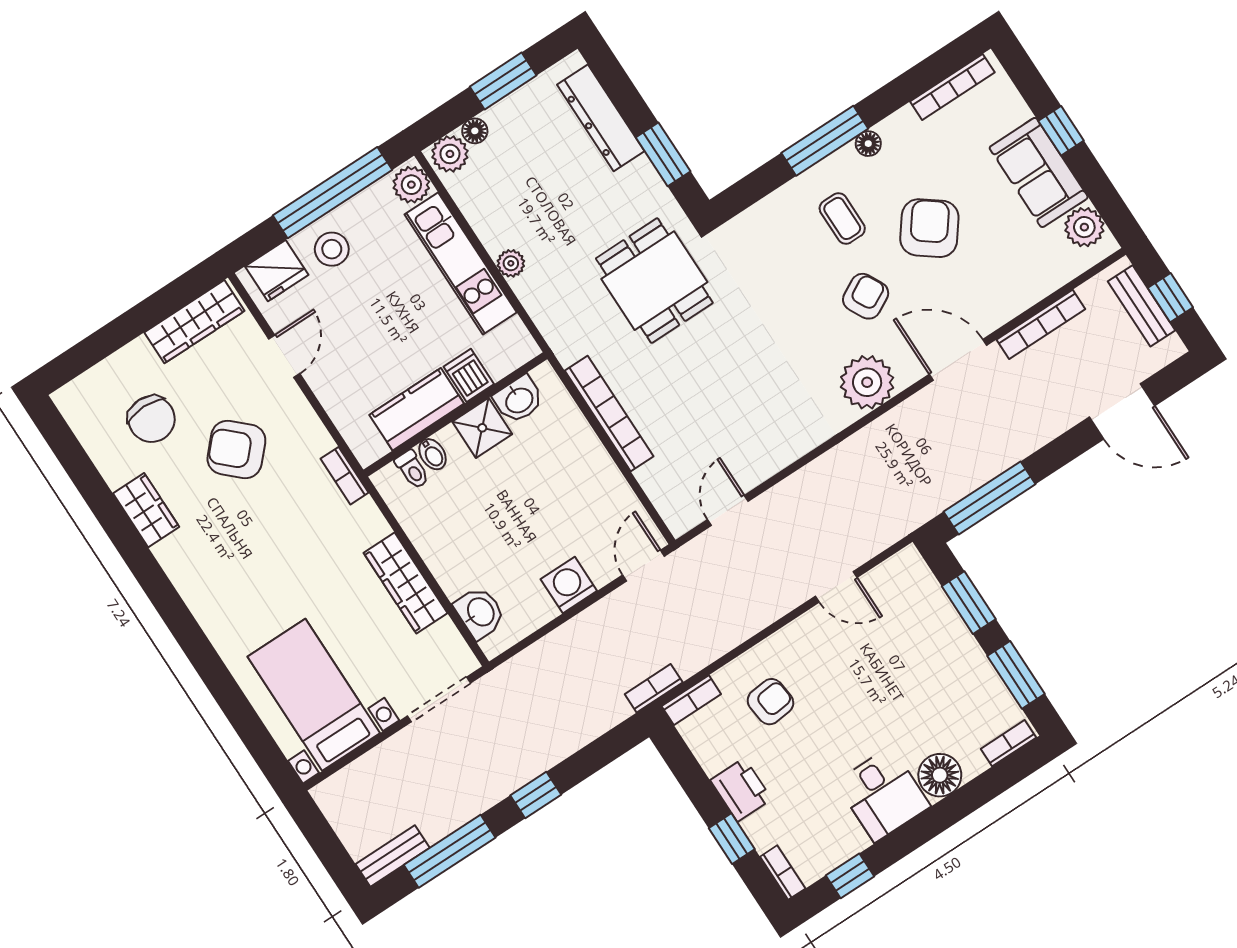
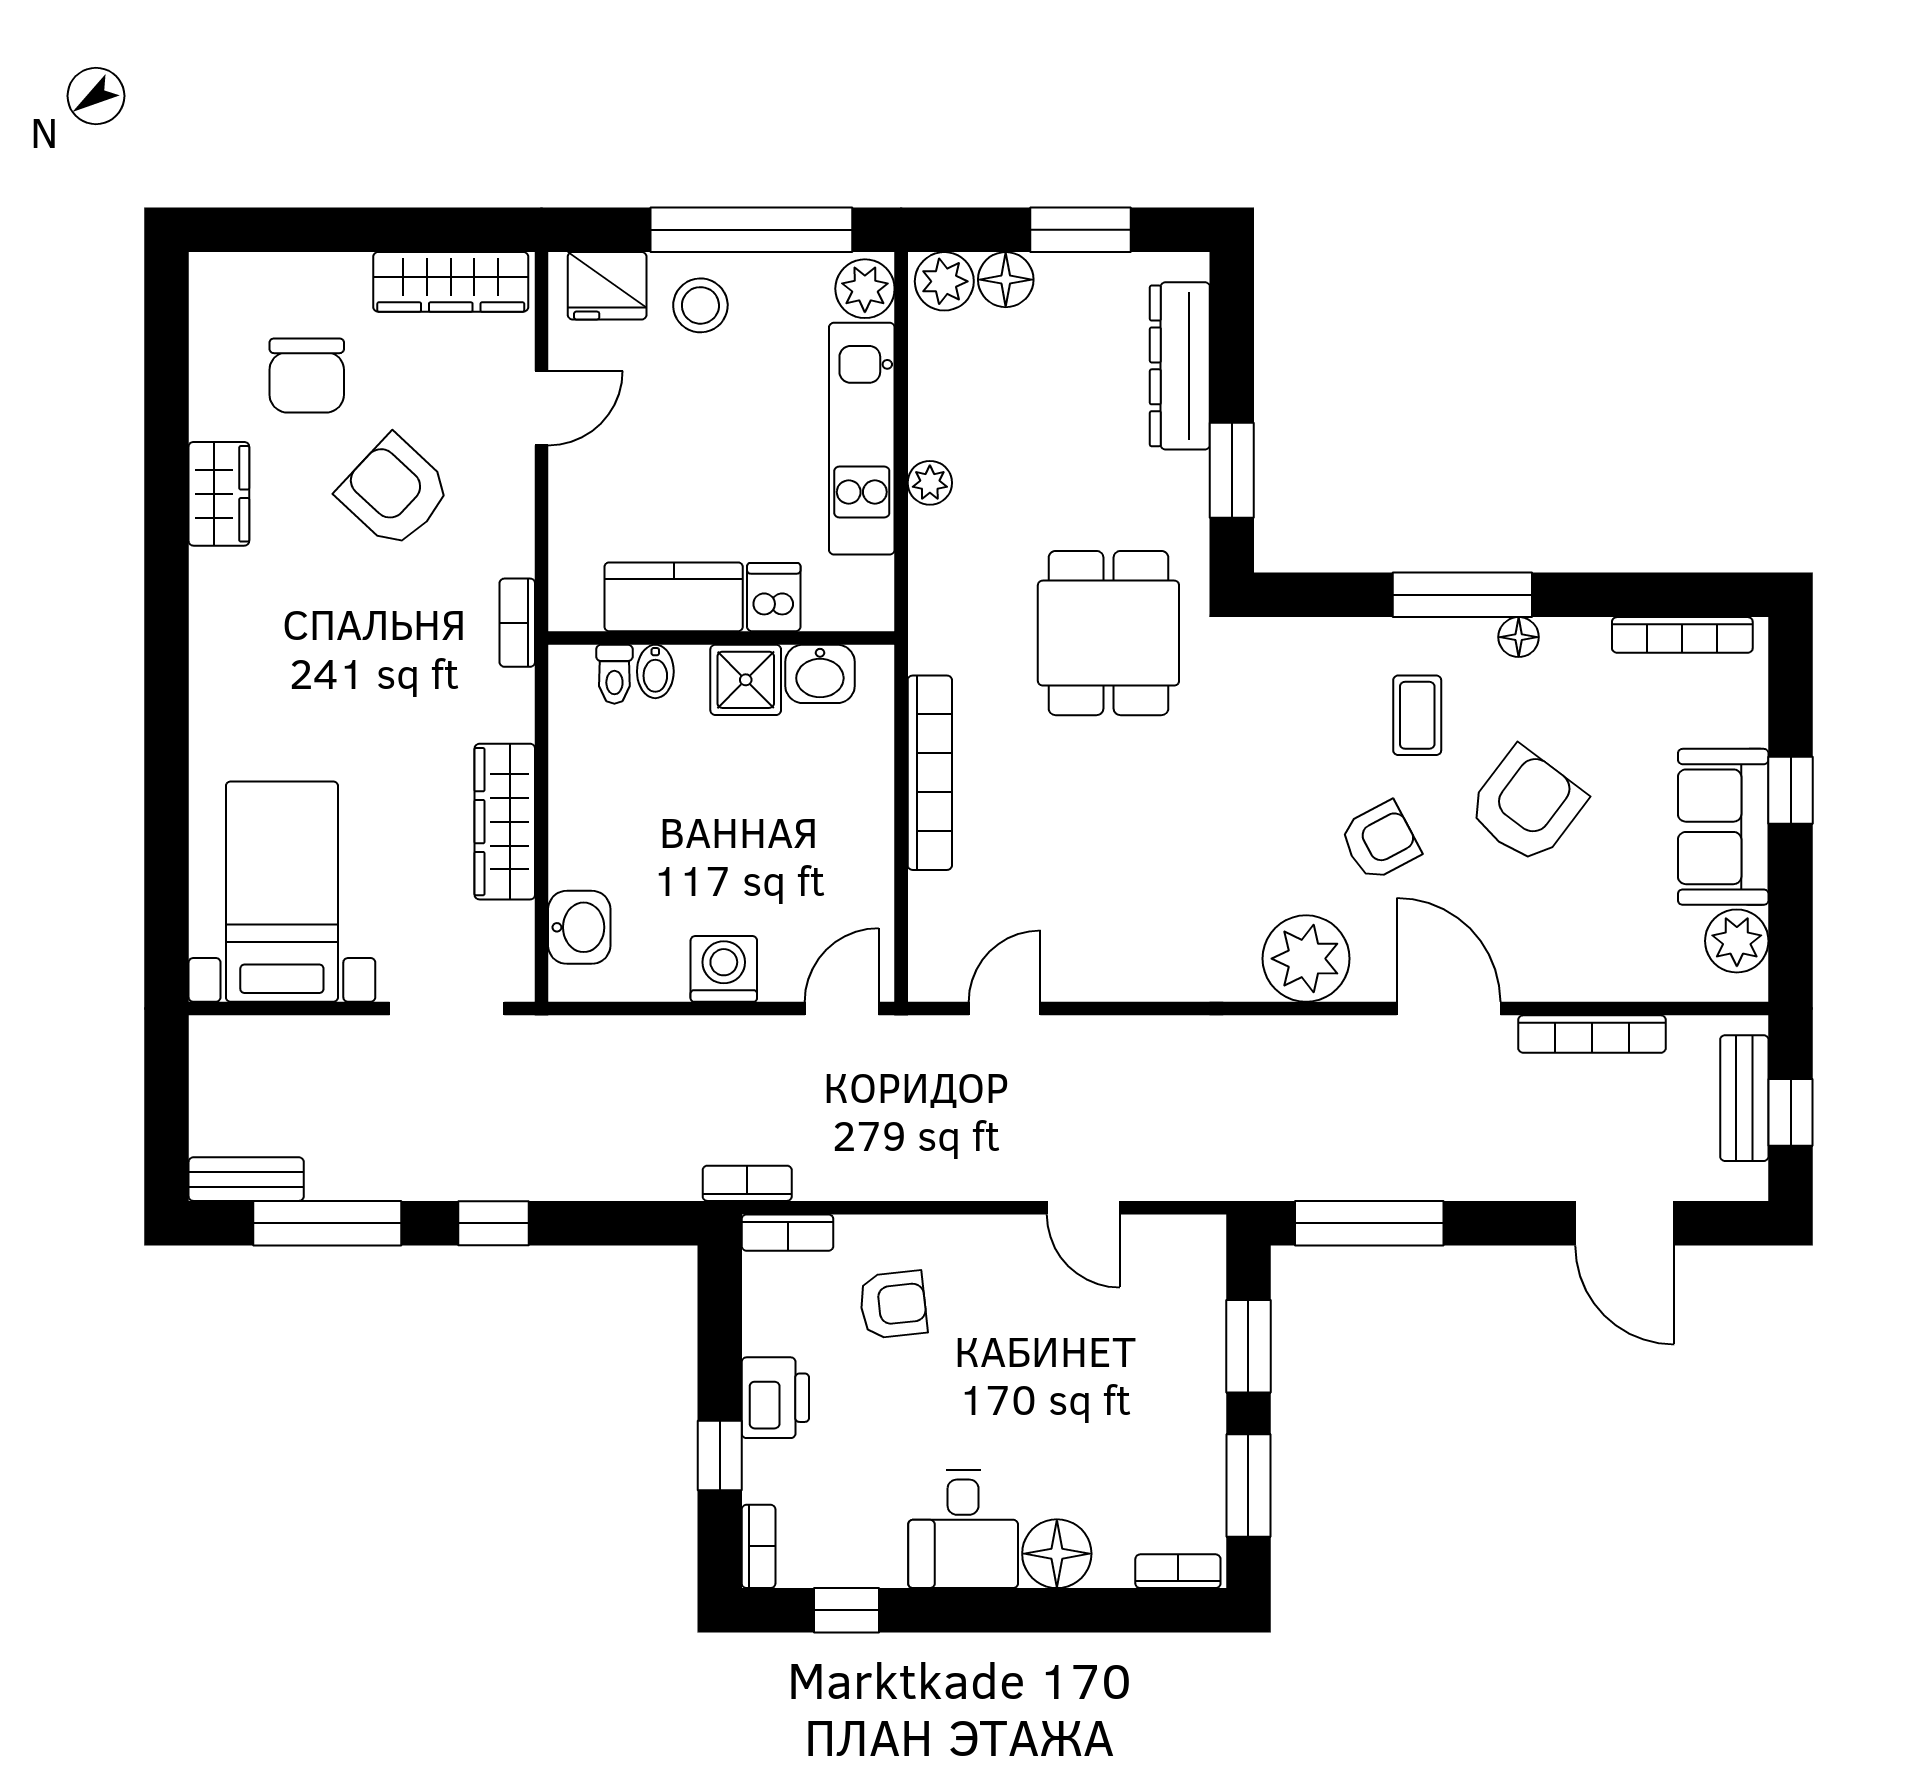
floor lamp: (475, 131) -> (1006, 280), width x1.37, depth x1.37

